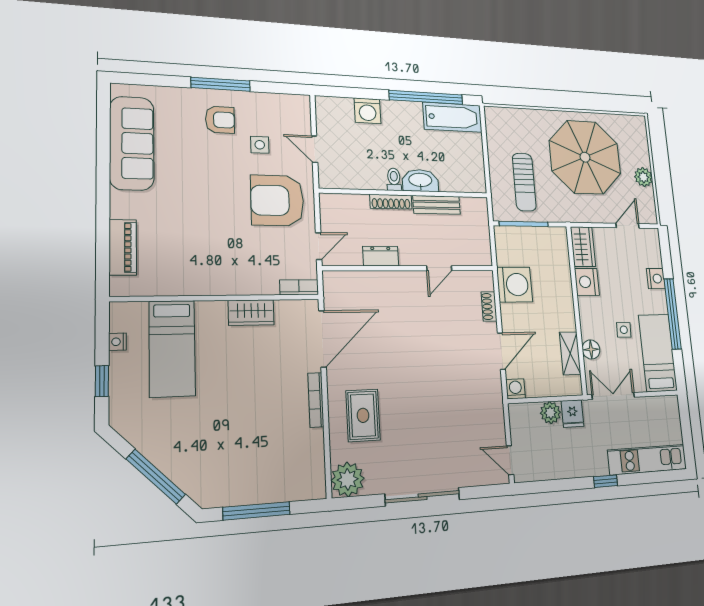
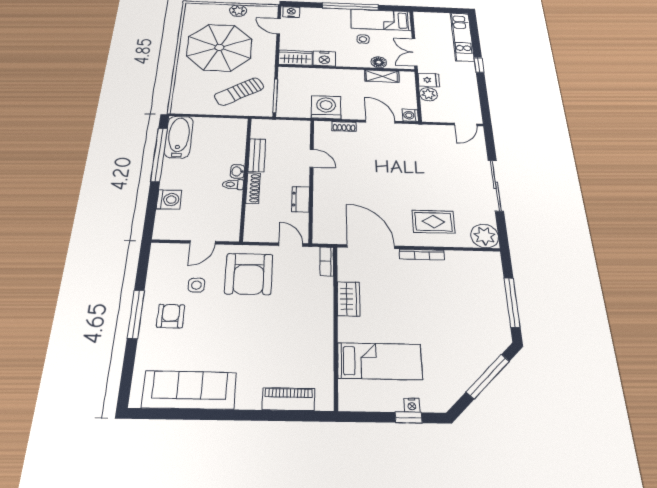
washbasin: (420, 181) -> (237, 171), width x0.52, depth x0.69
sun lounger: (524, 182) -> (239, 92), turned 148
nightstand: (656, 279) -> (291, 12), moved
nightstand: (117, 342) -> (412, 405), moved

